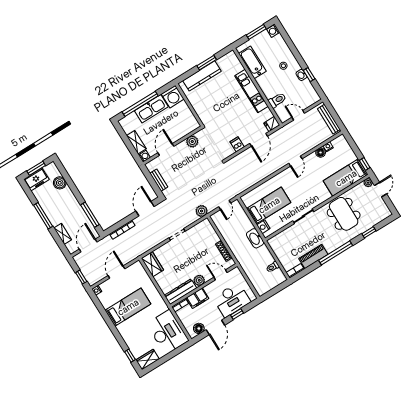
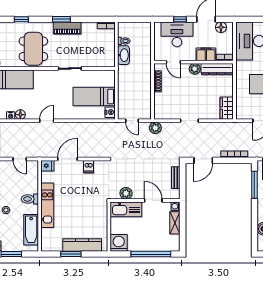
toilet: (277, 100) -> (30, 199), moved
kitchen sink: (151, 109) -> (126, 209), moved, turned 180
door: (166, 150) -> (153, 201), swing flipped
door: (225, 205) -> (132, 121), swing flipped
nightstand: (263, 227) -> (110, 112), moved
washbasin: (255, 238) -> (123, 55), moved
window: (336, 253) -> (61, 19), width x0.47
piano: (313, 256) -> (67, 28), moved

